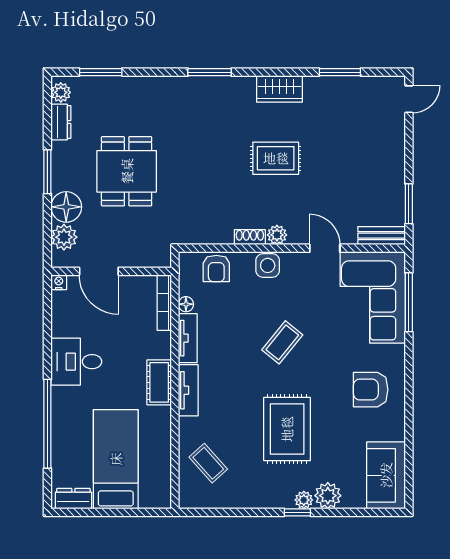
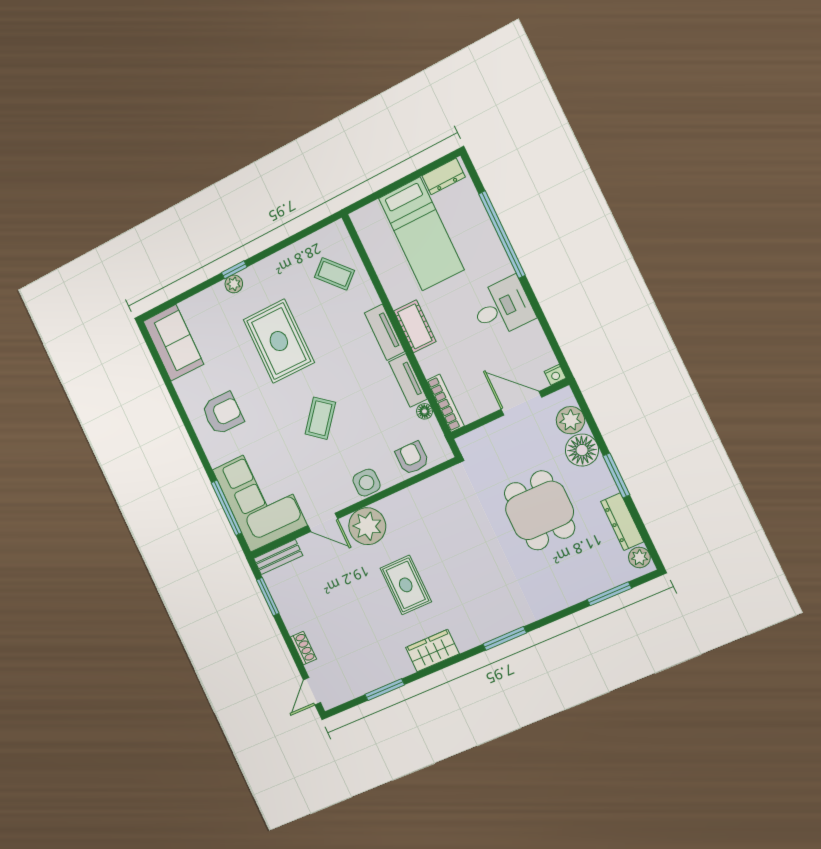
dresser: (61, 122) -> (622, 522), width x1.44
rug: (276, 158) -> (406, 585), turned 90
plant: (277, 235) -> (367, 526), width x1.88, depth x1.88
shoe rack: (250, 237) -> (303, 648), moved, turned -90
plant: (328, 496) -> (215, 299), removed

